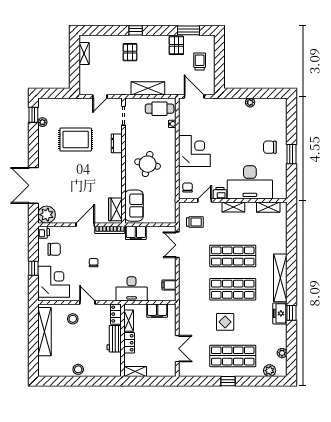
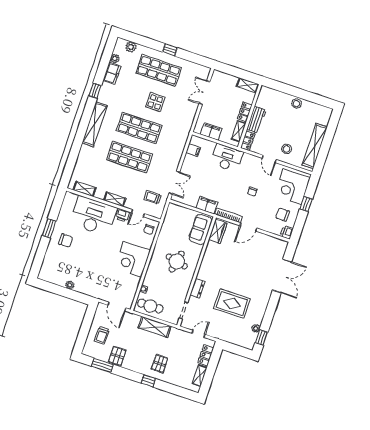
locker: (85, 77) -> (206, 355), added
plant: (47, 215) -> (279, 247), removed
freezer: (280, 313) -> (112, 73), moved

